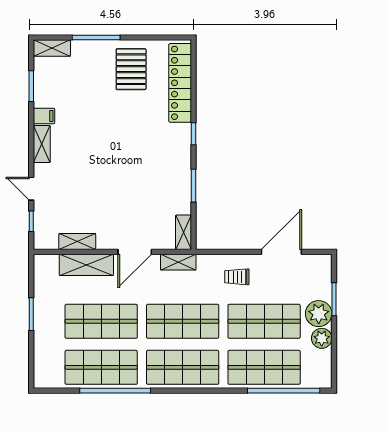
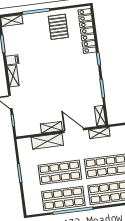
shelving: (77, 242) -> (51, 127), moved
door: (135, 252) -> (74, 130), swing flipped

